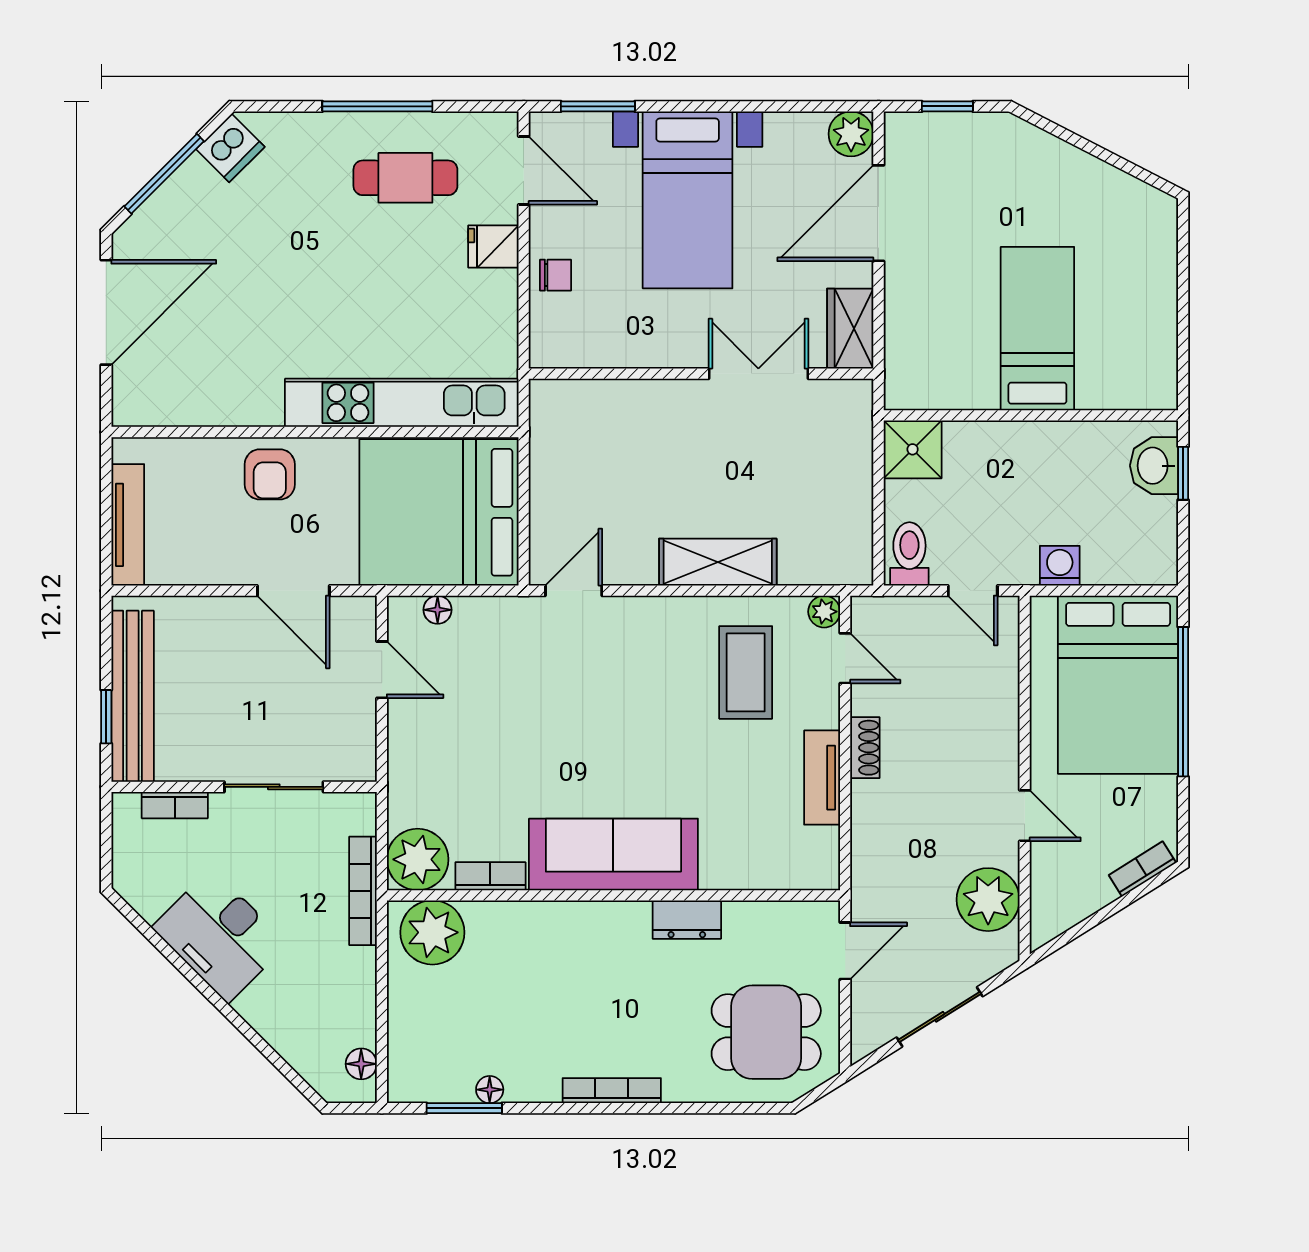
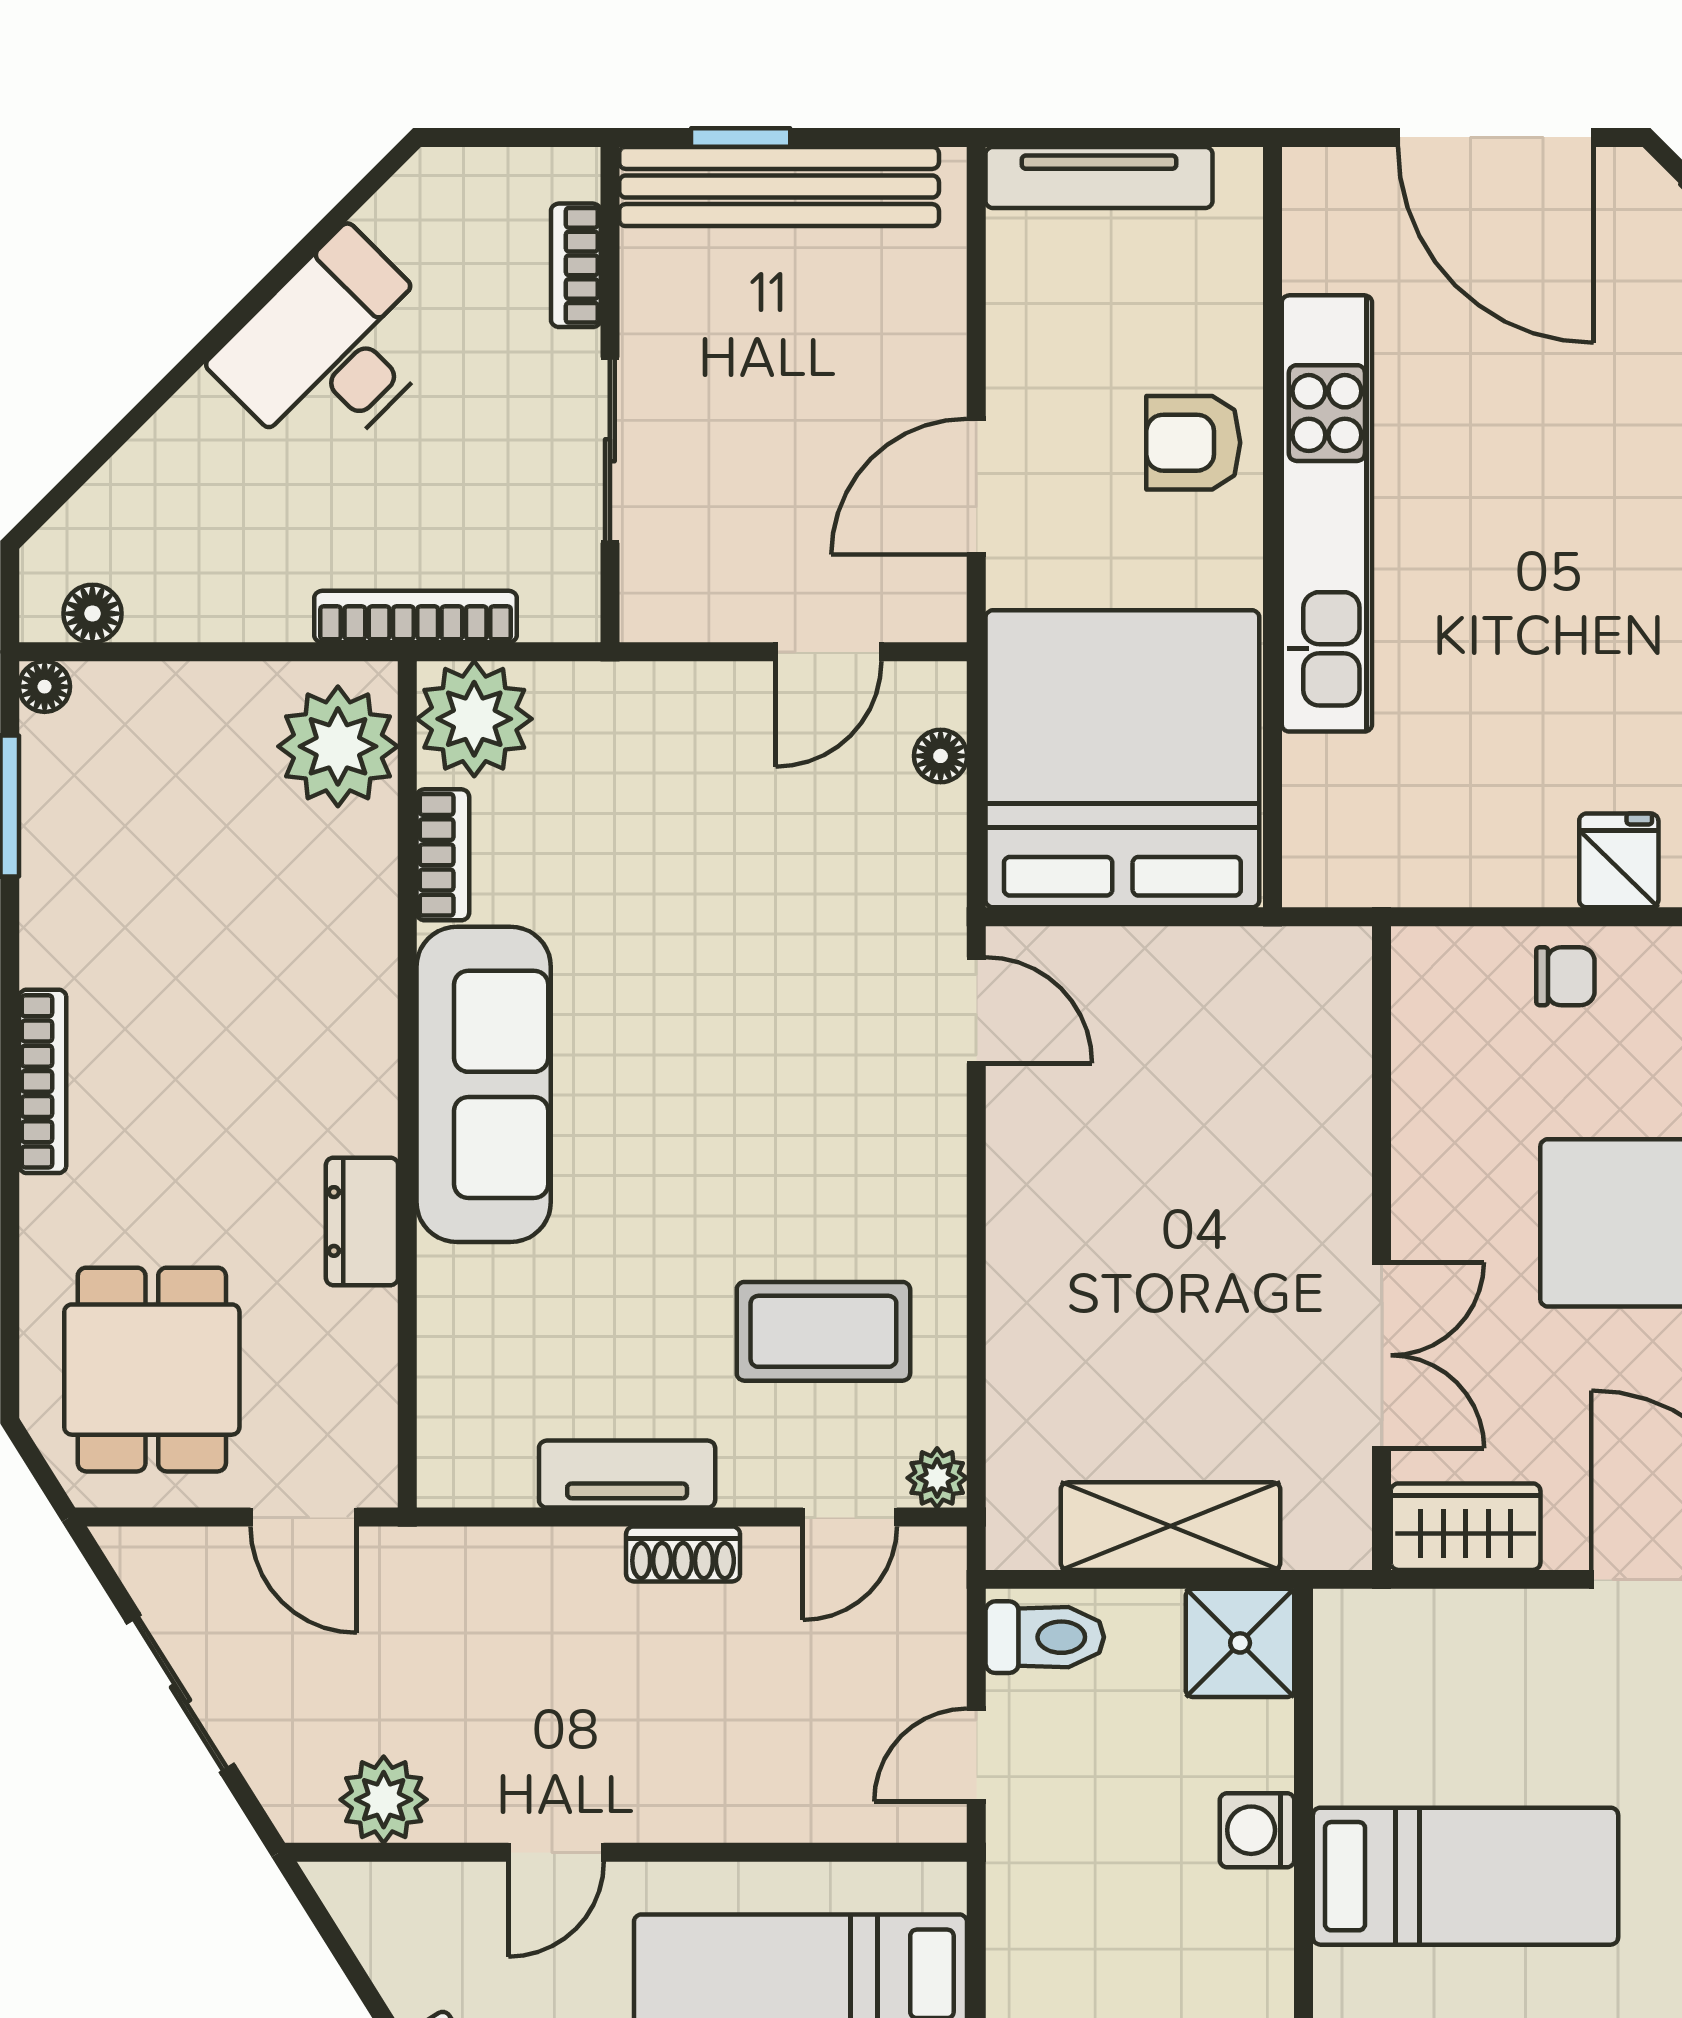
chair: (556, 275) -> (1565, 976), turned -90
kitchen unit: (402, 403) -> (1327, 513), moved
shelving: (718, 562) -> (1171, 1526), moved, turned 90
washing machine: (1060, 566) -> (1257, 1830), moved, turned 180
plant: (988, 900) -> (384, 1800), width x0.73, depth x0.73
floor lamp: (490, 1090) -> (45, 687), moved

